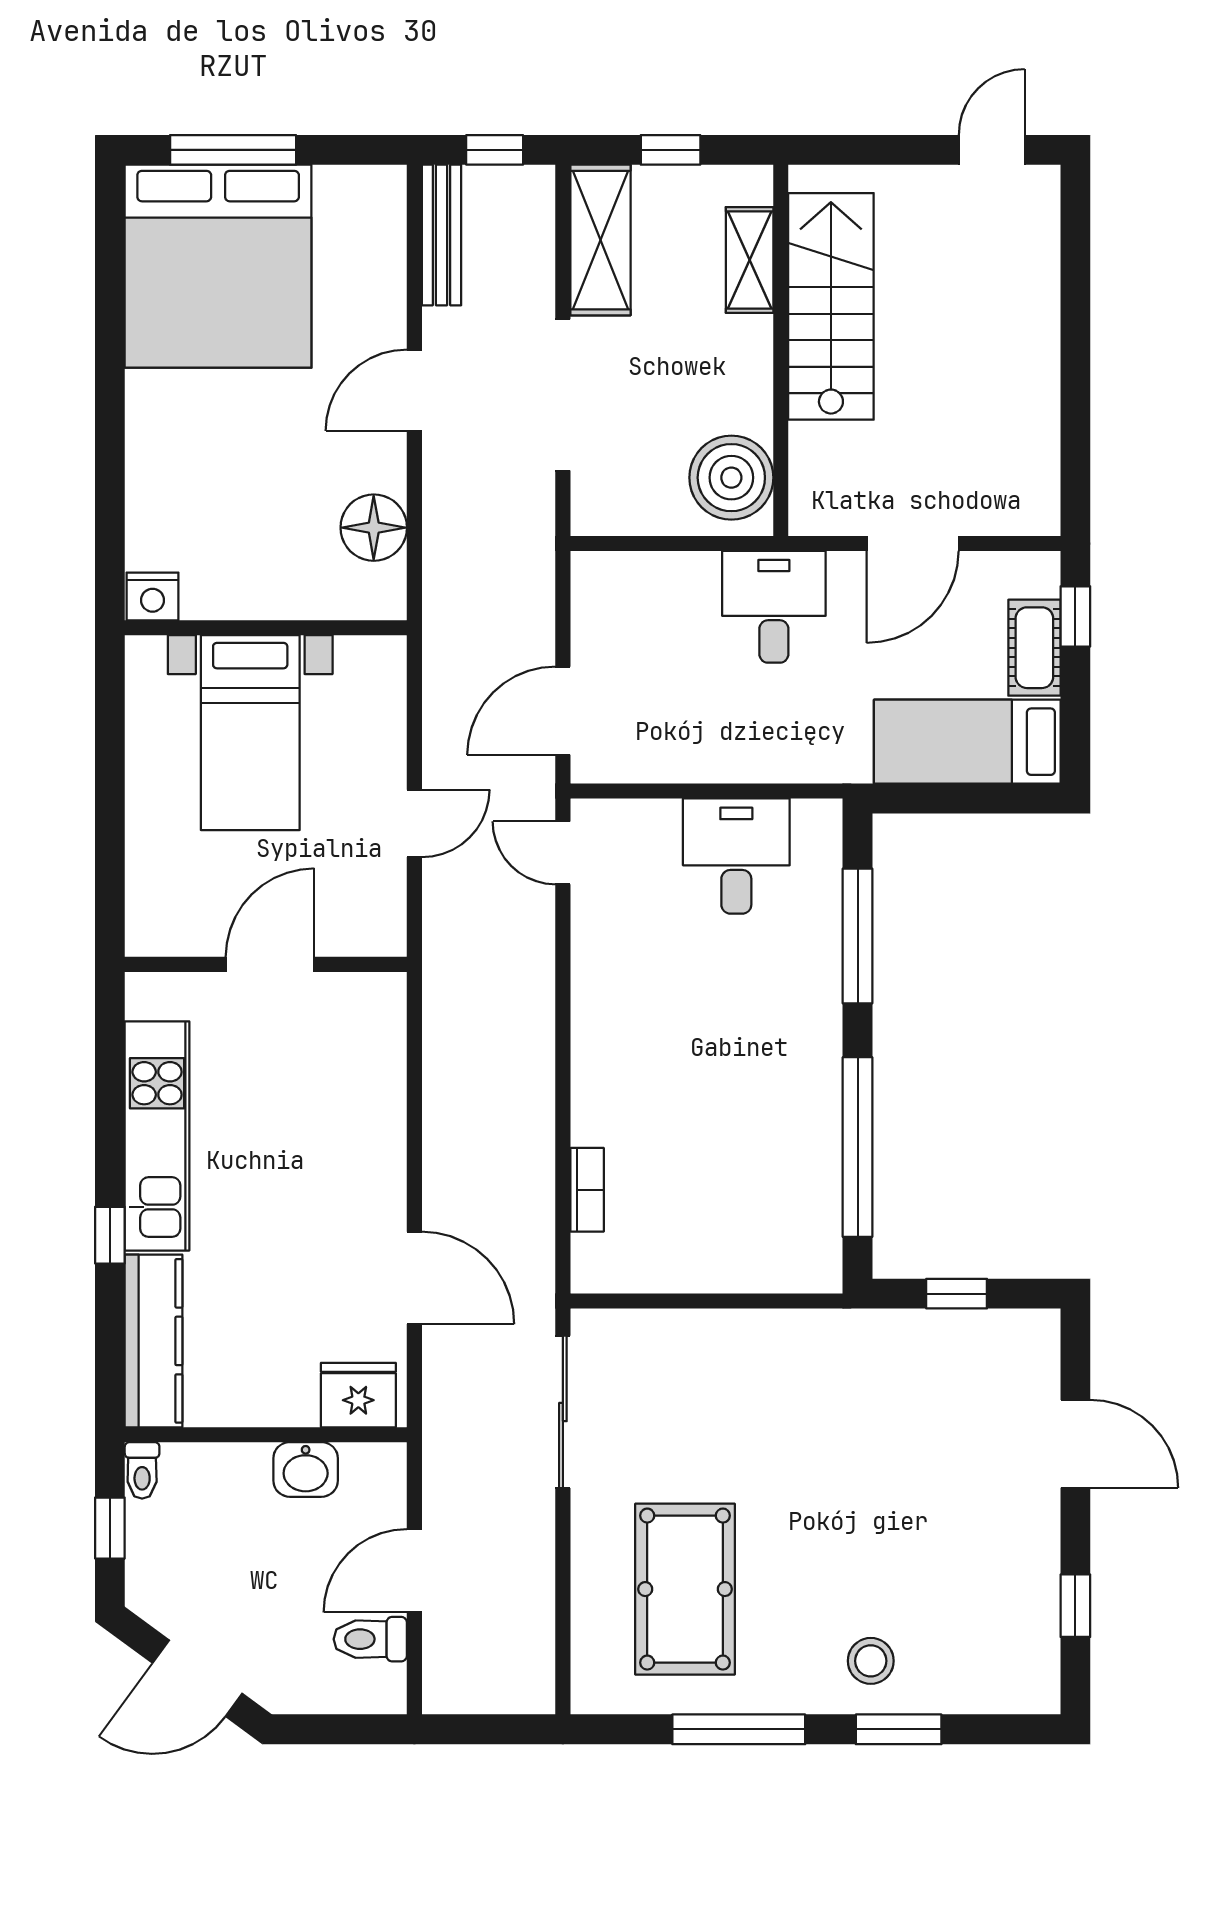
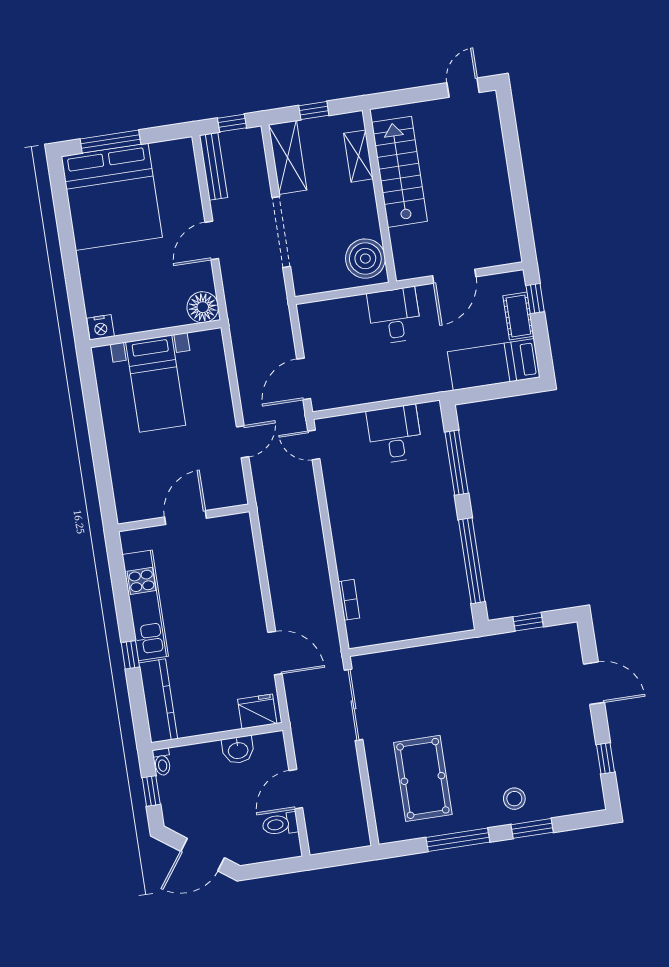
nightstand: (153, 596) -> (101, 327), moved
wall: (266, 628) -> (155, 334), moved
bed with nightstands: (250, 733) -> (156, 384), moved

